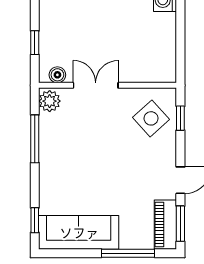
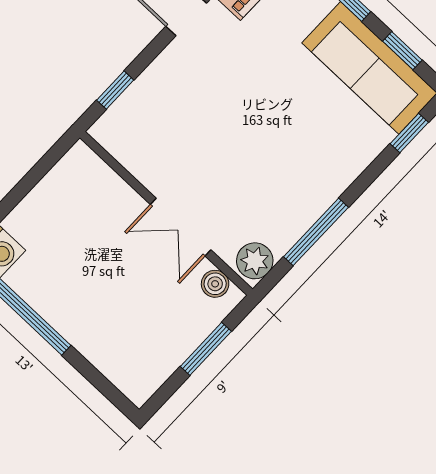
window: (35, 43) -> (206, 349), width x1.50
side table: (151, 118) -> (151, 124), removed
window: (72, 253) -> (402, 51), added

